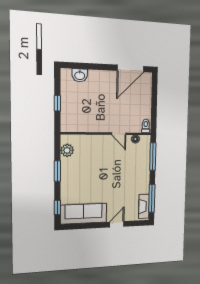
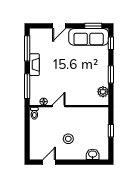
door: (130, 68) -> (49, 162), width x0.53
stool: (108, 95) -> (68, 139), added
door: (119, 134) -> (59, 106), hinge flipped
fireplace: (144, 206) -> (34, 65), moved
window: (78, 226) -> (93, 26), added

